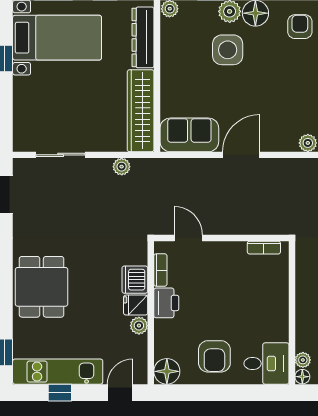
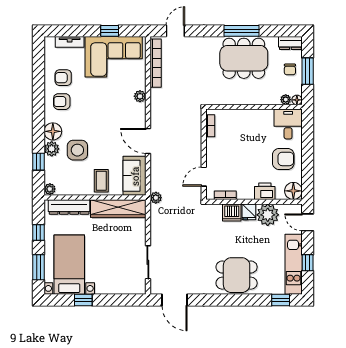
coffee table: (182, 85) -> (101, 181), added
plant: (122, 167) -> (156, 198), moved
printer: (166, 303) -> (265, 191), moved
plant: (139, 326) -> (268, 215), width x1.88, depth x1.88

